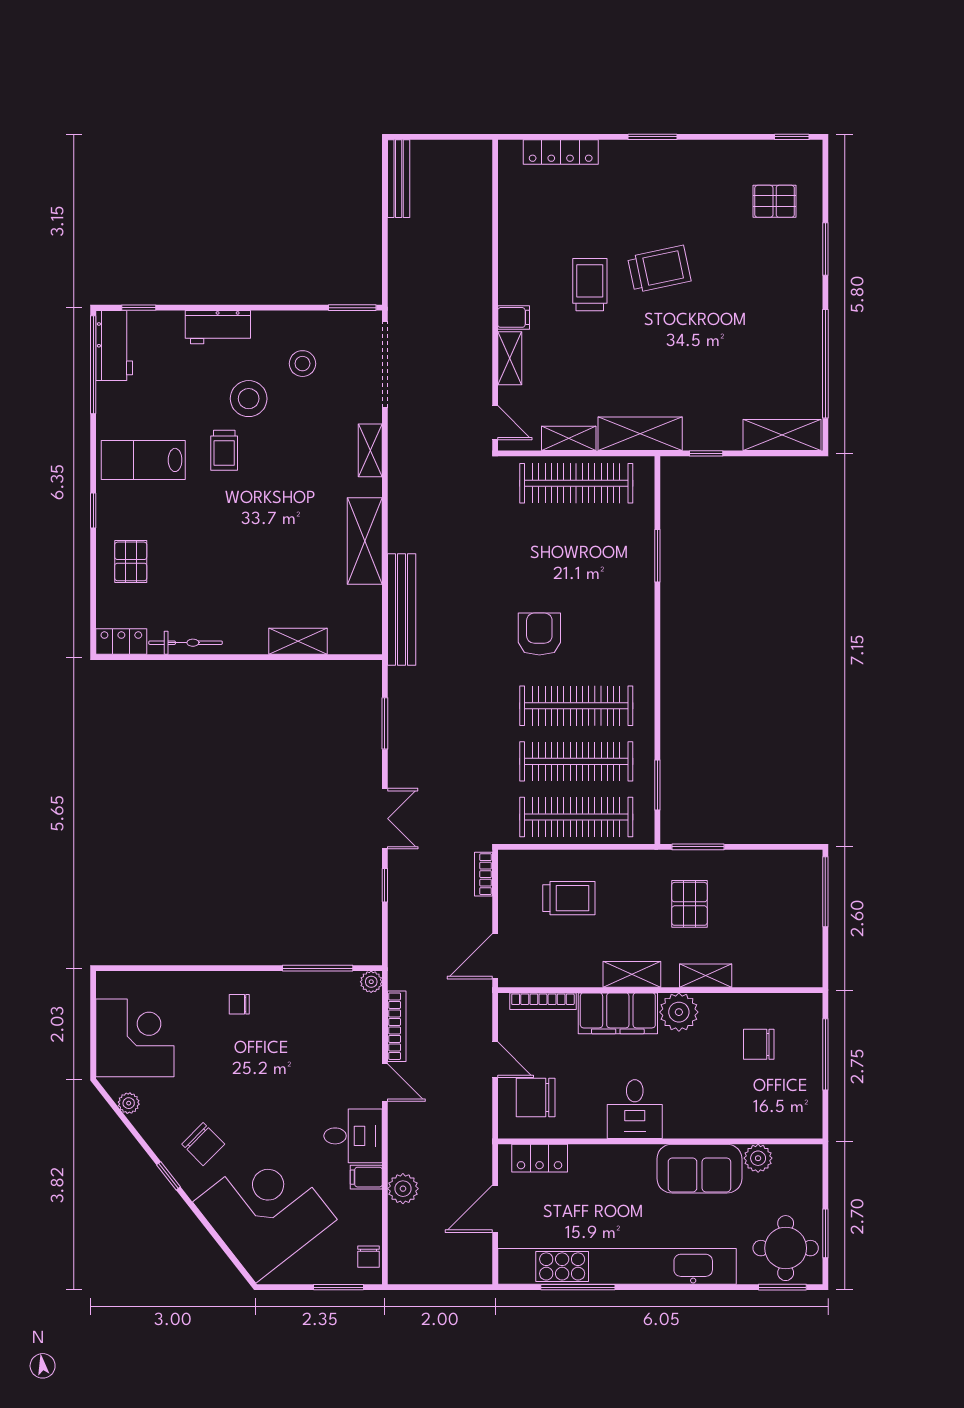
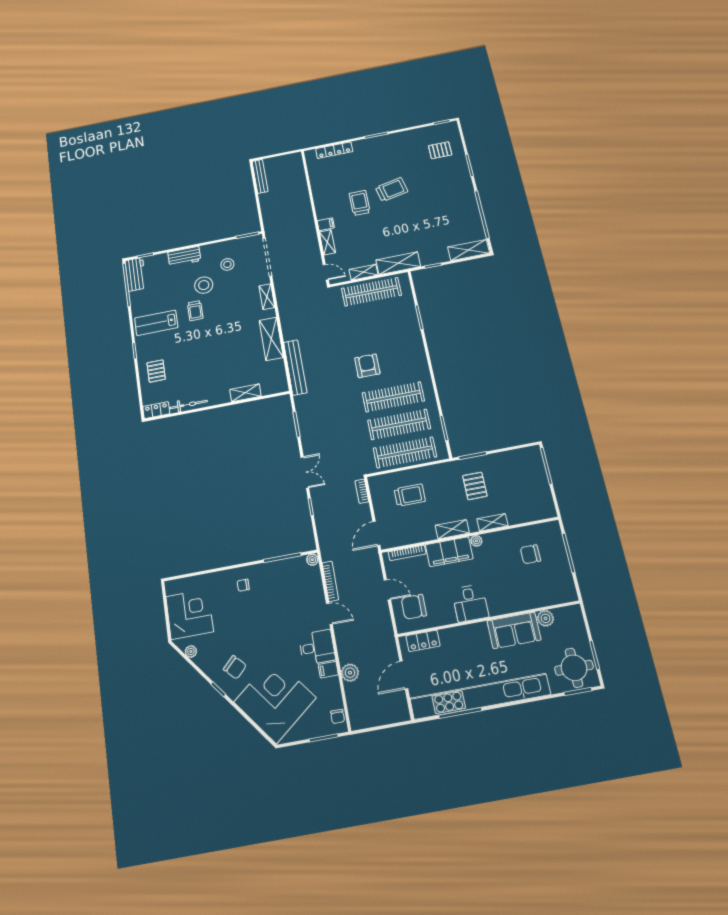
plant: (679, 1012) -> (476, 541), width x0.53, depth x0.53

